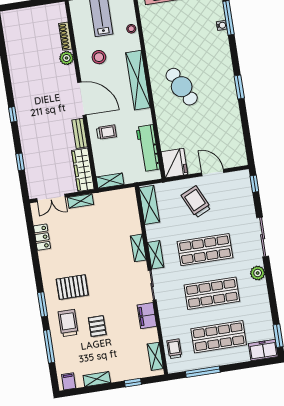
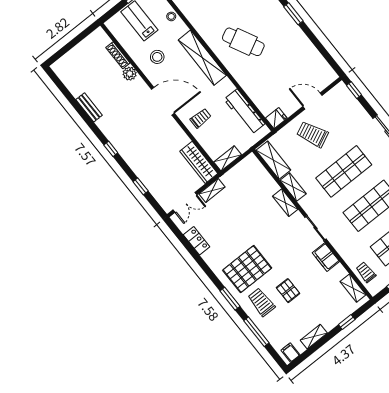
bench: (80, 133) -> (89, 107), moved
fridge: (174, 163) -> (276, 118), width x0.53, depth x0.75
shelving: (156, 255) -> (293, 187), moved
pallet: (72, 287) -> (247, 269), width x1.37, depth x1.41

